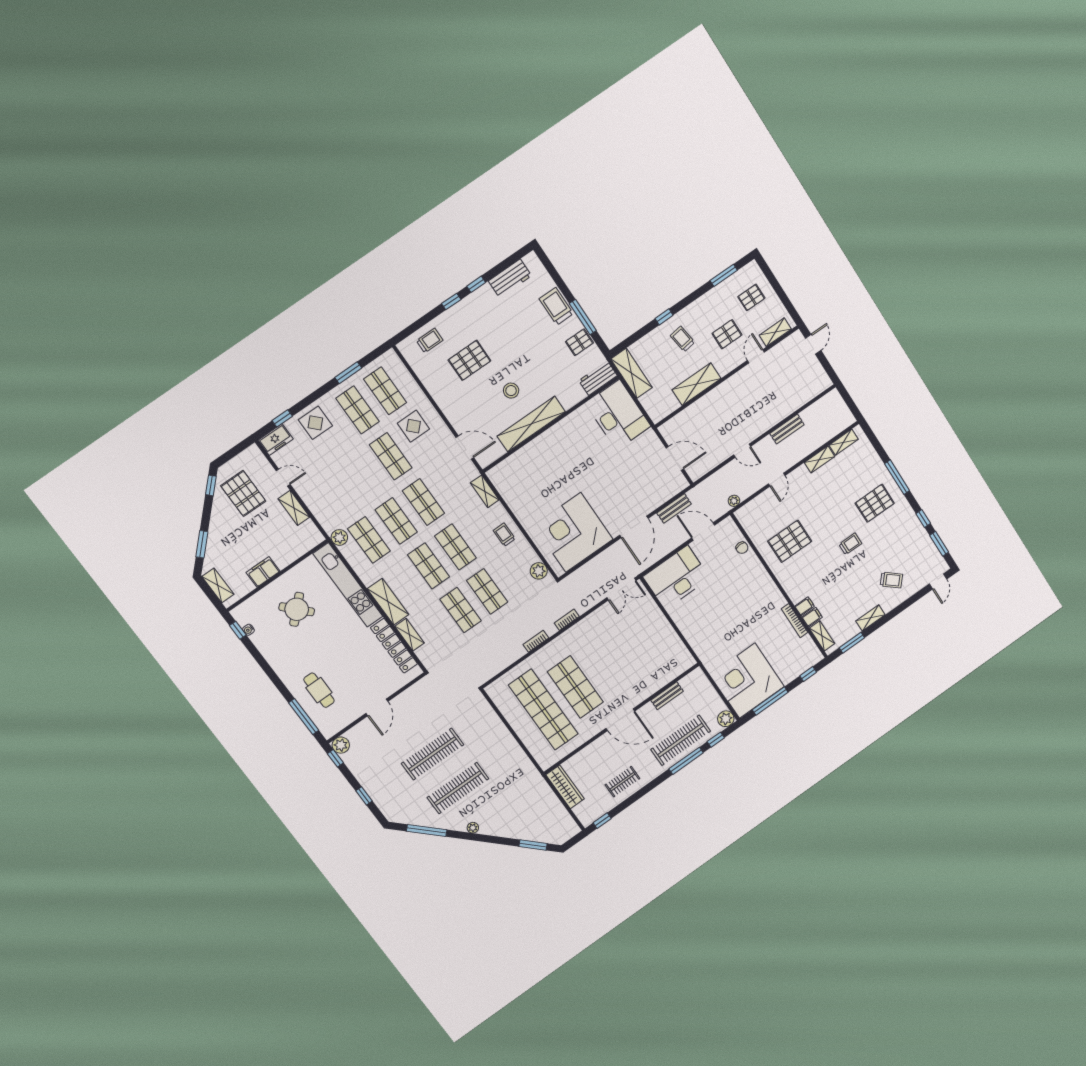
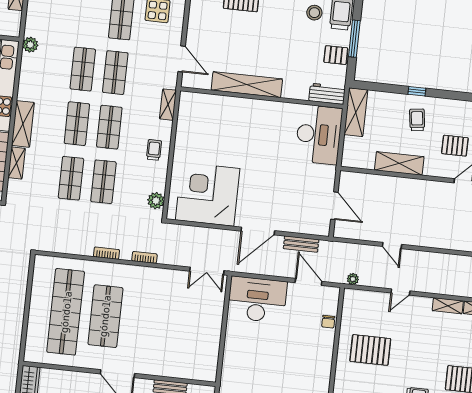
stool: (511, 391) -> (314, 13), moved
bench: (787, 429) -> (441, 259), removed
shop shelf: (369, 540) -> (50, 66), removed

